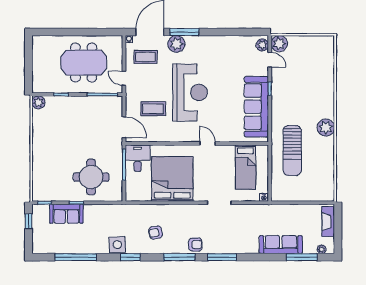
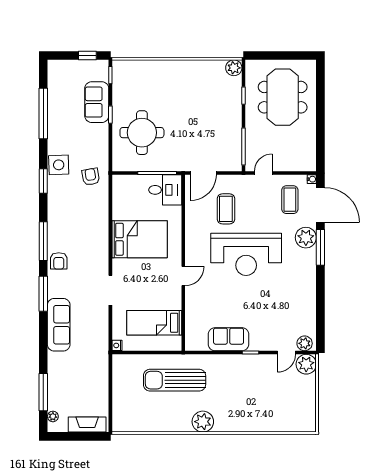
meeting table: (84, 63) -> (283, 97), moved
sofa: (256, 107) -> (229, 339), width x0.54, depth x0.79
bed: (172, 179) -> (140, 239), width x0.73
armchair: (156, 233) -> (91, 177), moved
sofa: (281, 245) -> (59, 325), moved

